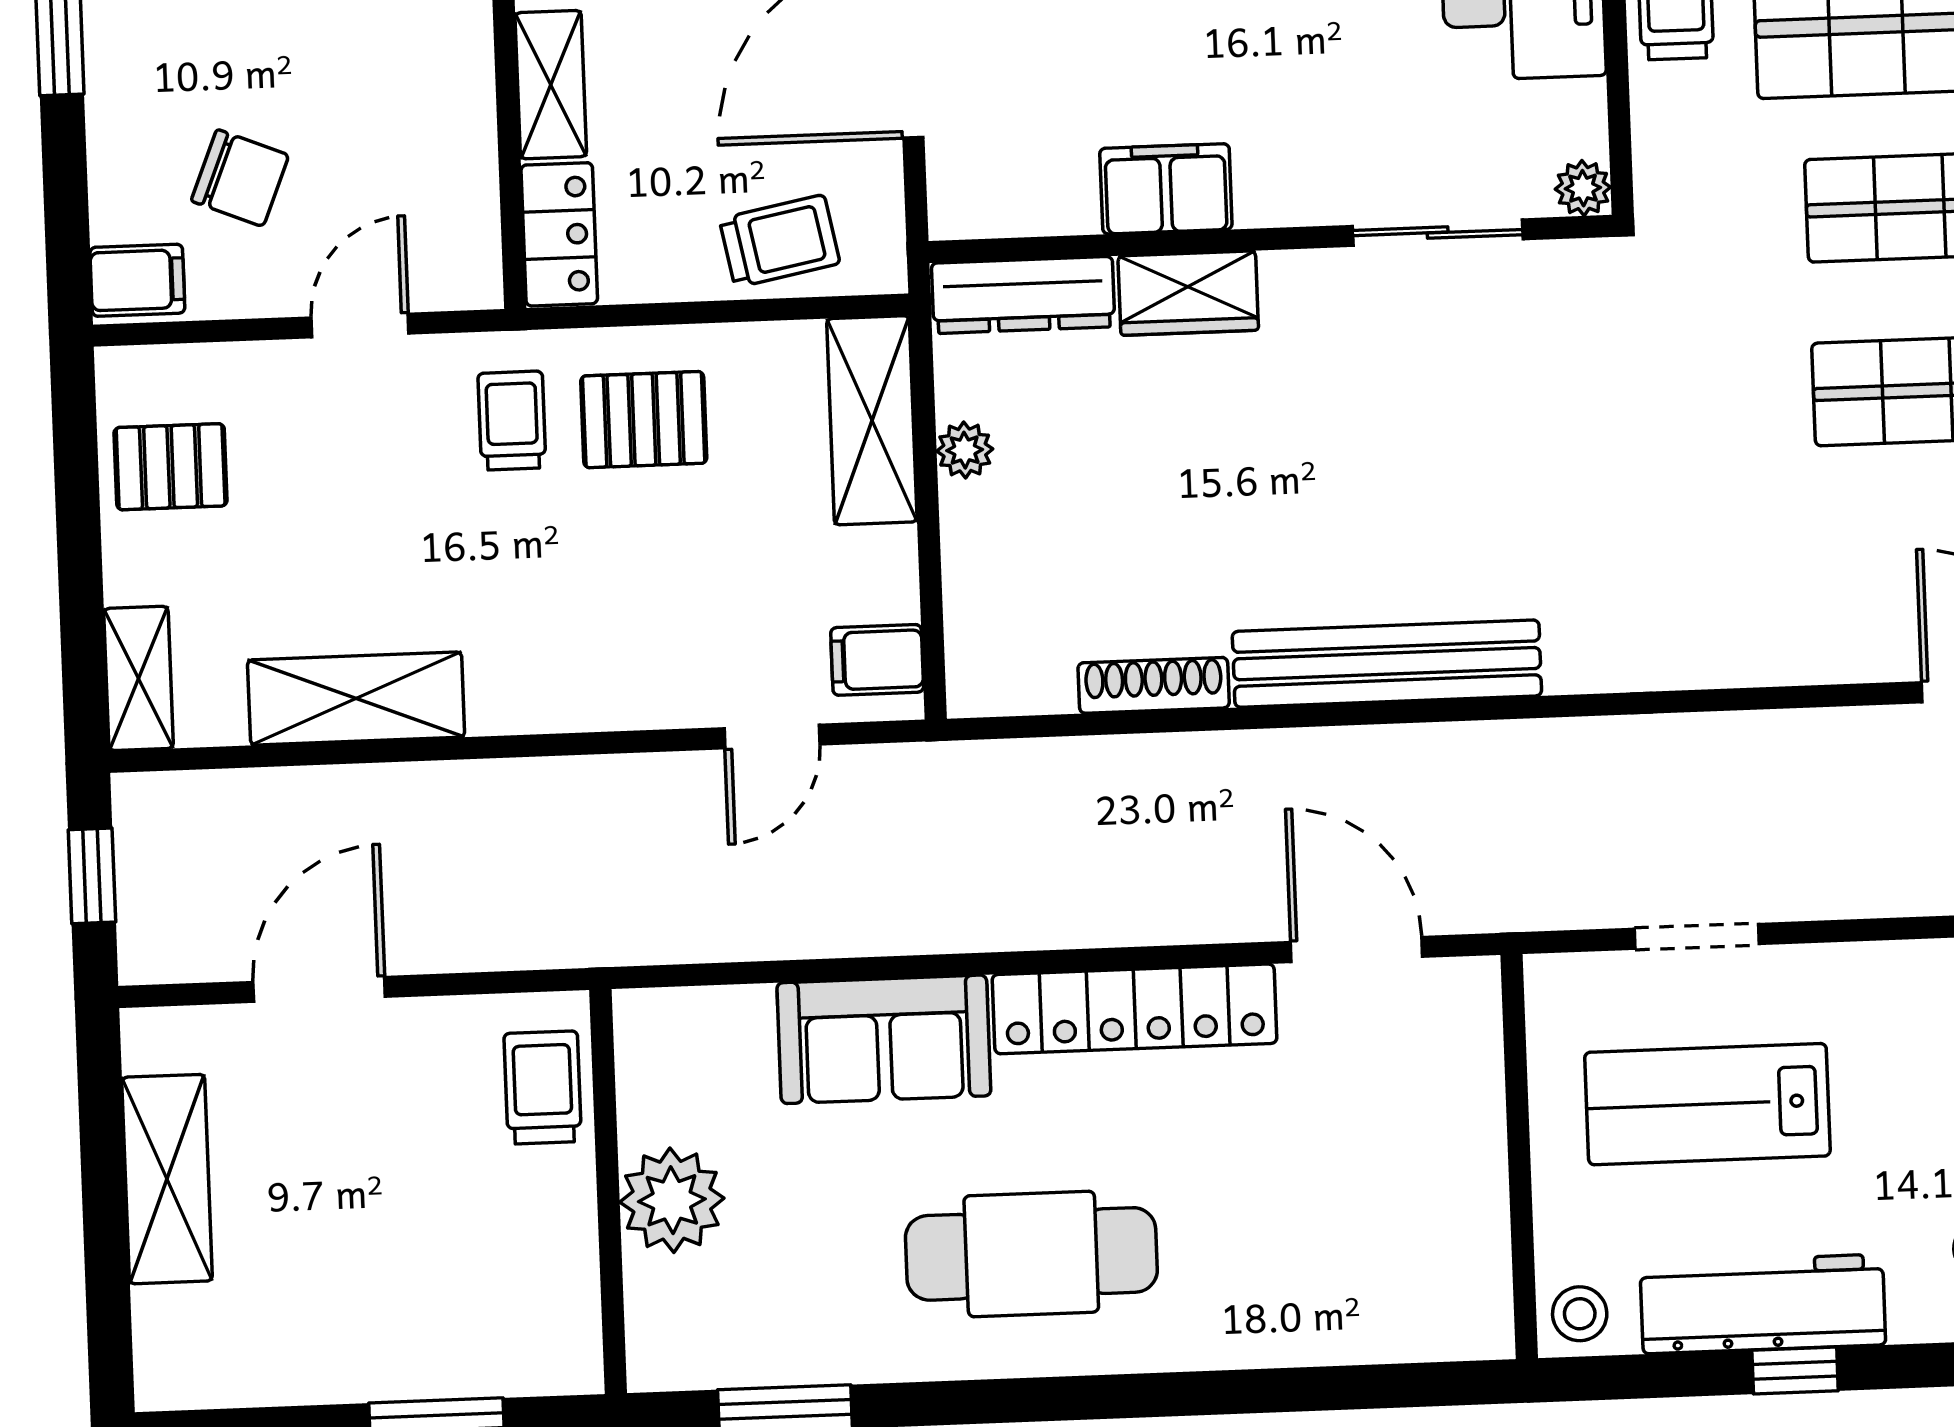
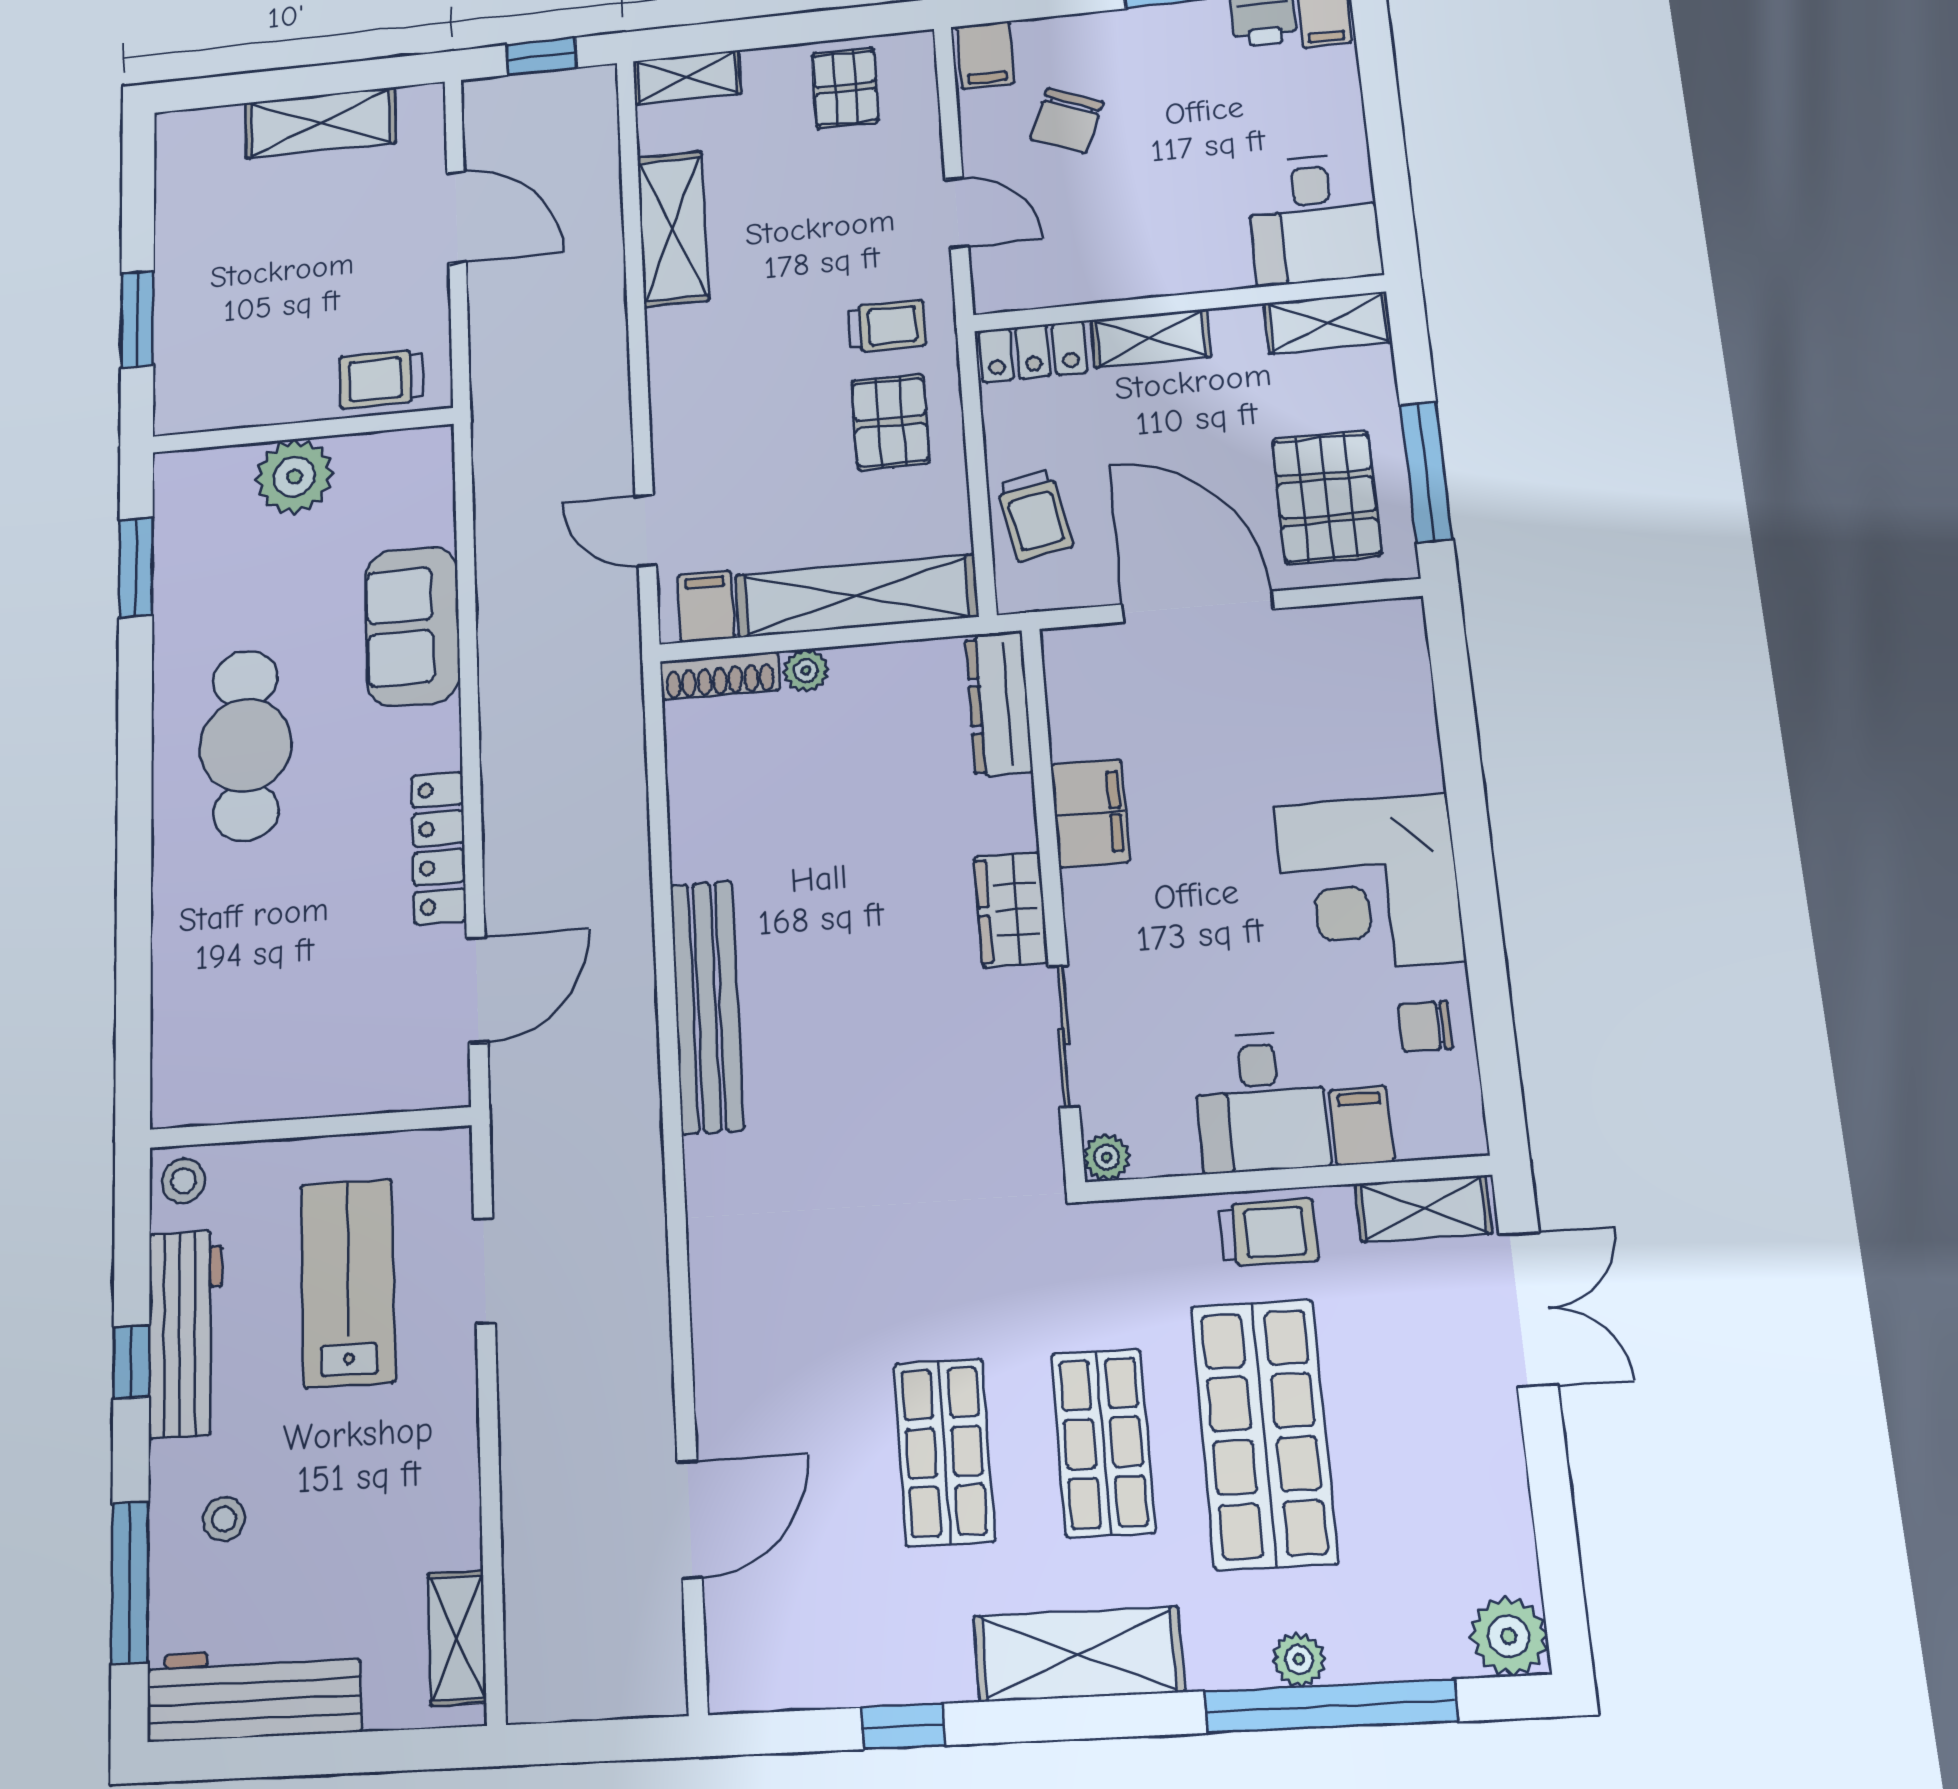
wardrobe: (1188, 293) -> (1011, 910), moved
shelving: (872, 420) -> (856, 596), width x1.47
plant: (965, 450) -> (806, 671), moved
shoe rack: (1154, 685) -> (720, 676), moved, turned 90
locker: (1135, 1009) -> (439, 848), width x0.71, depth x0.83
trolley: (543, 1087) -> (381, 379), turned 180

